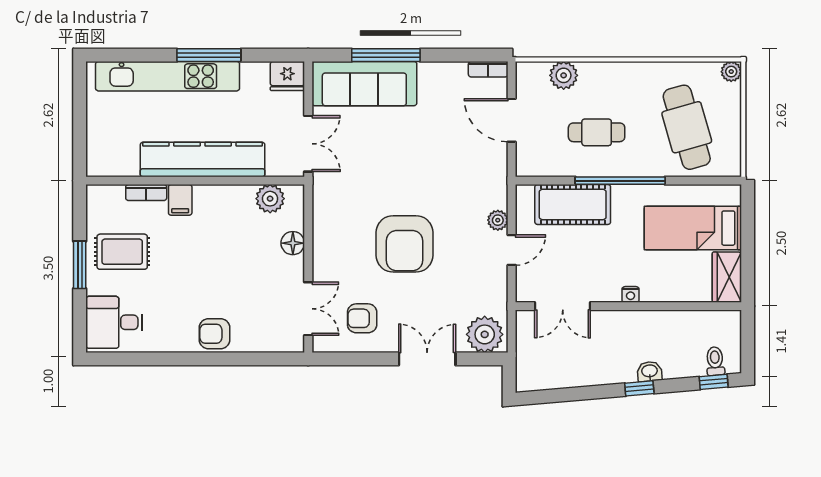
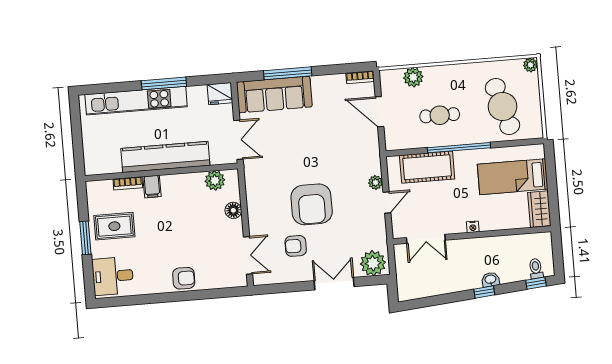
armchair: (362, 318) -> (296, 246), moved
armchair: (214, 334) -> (184, 278), turned 180

